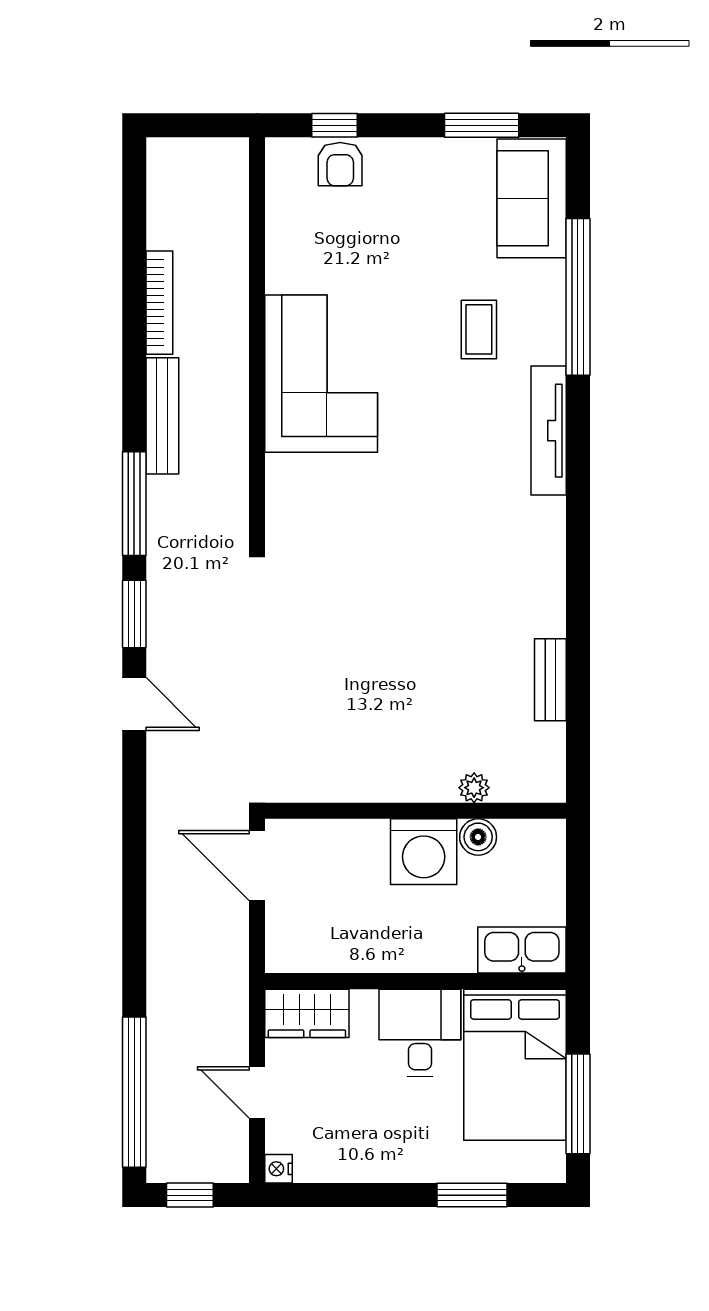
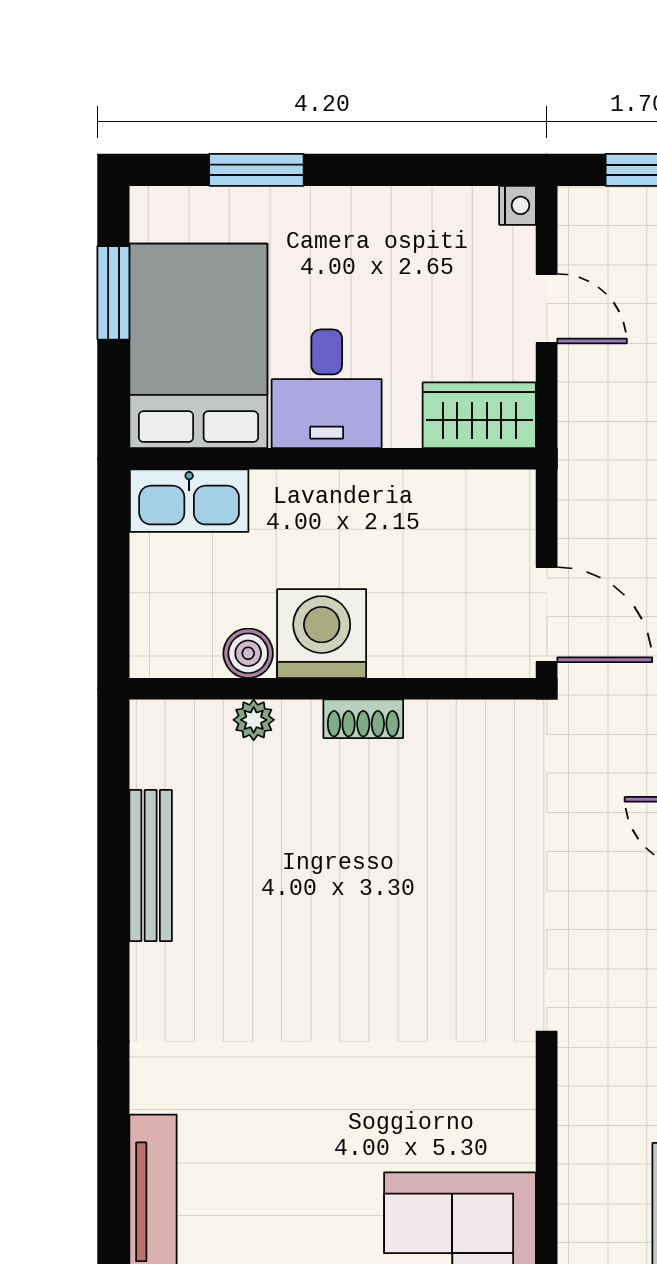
bench: (550, 680) -> (151, 866), width x1.36
shoe rack: (393, 788) -> (363, 719), added
window: (578, 1104) -> (113, 293), width x0.69

